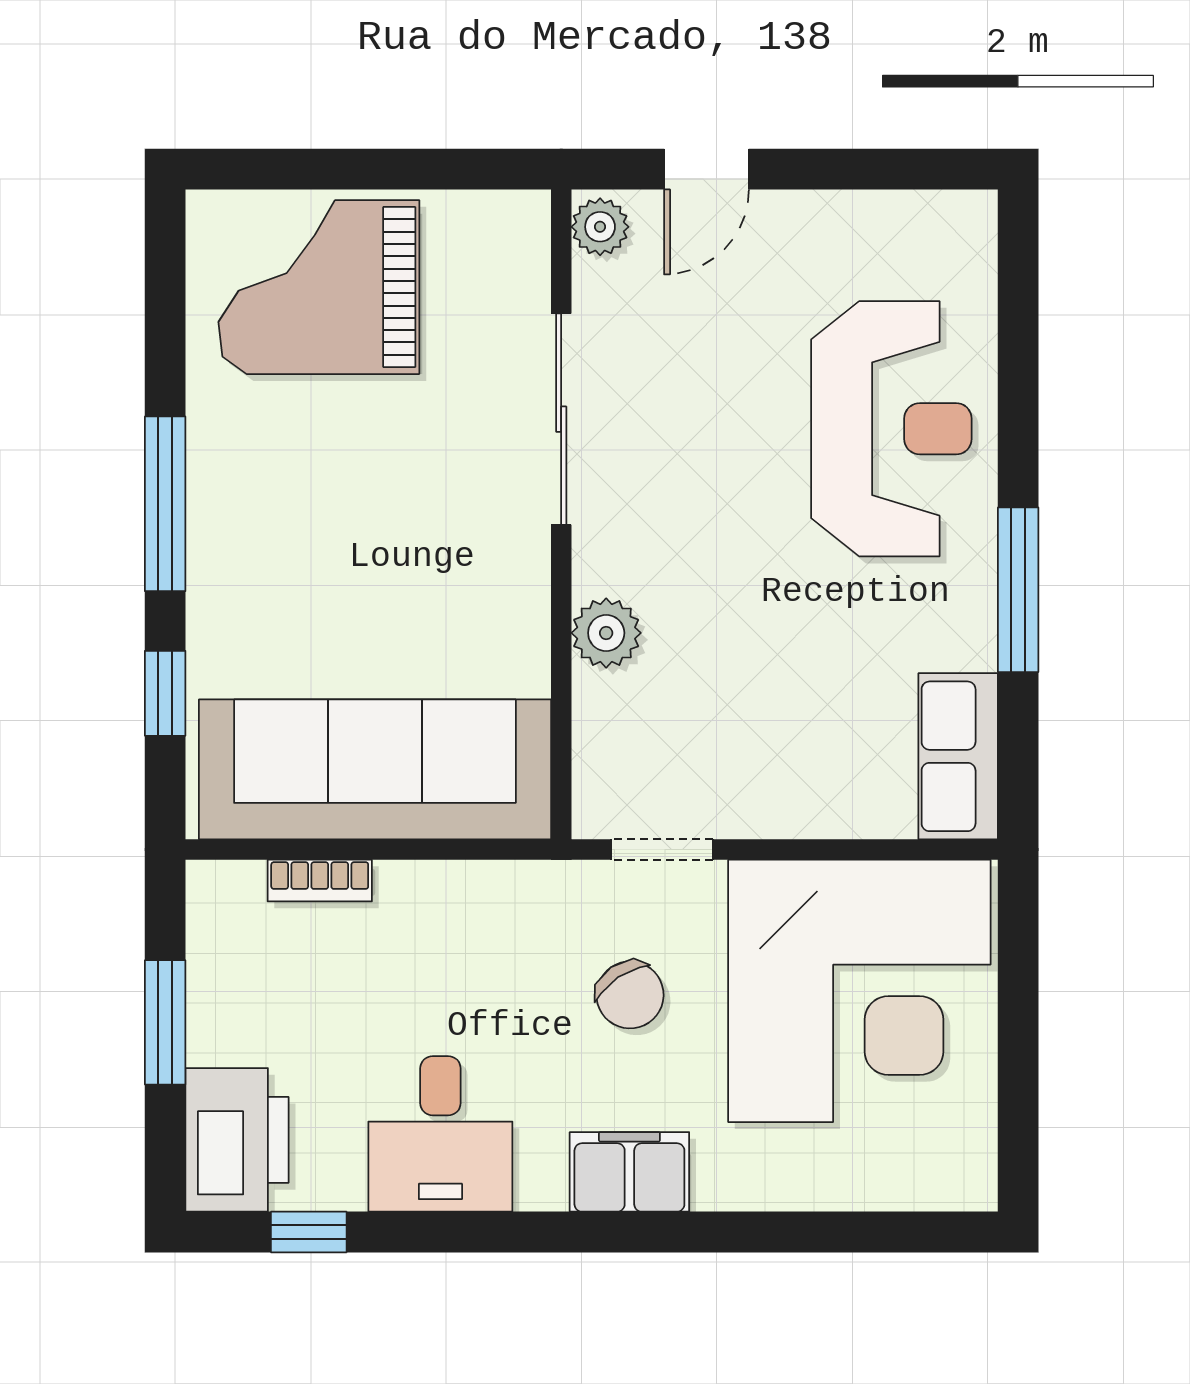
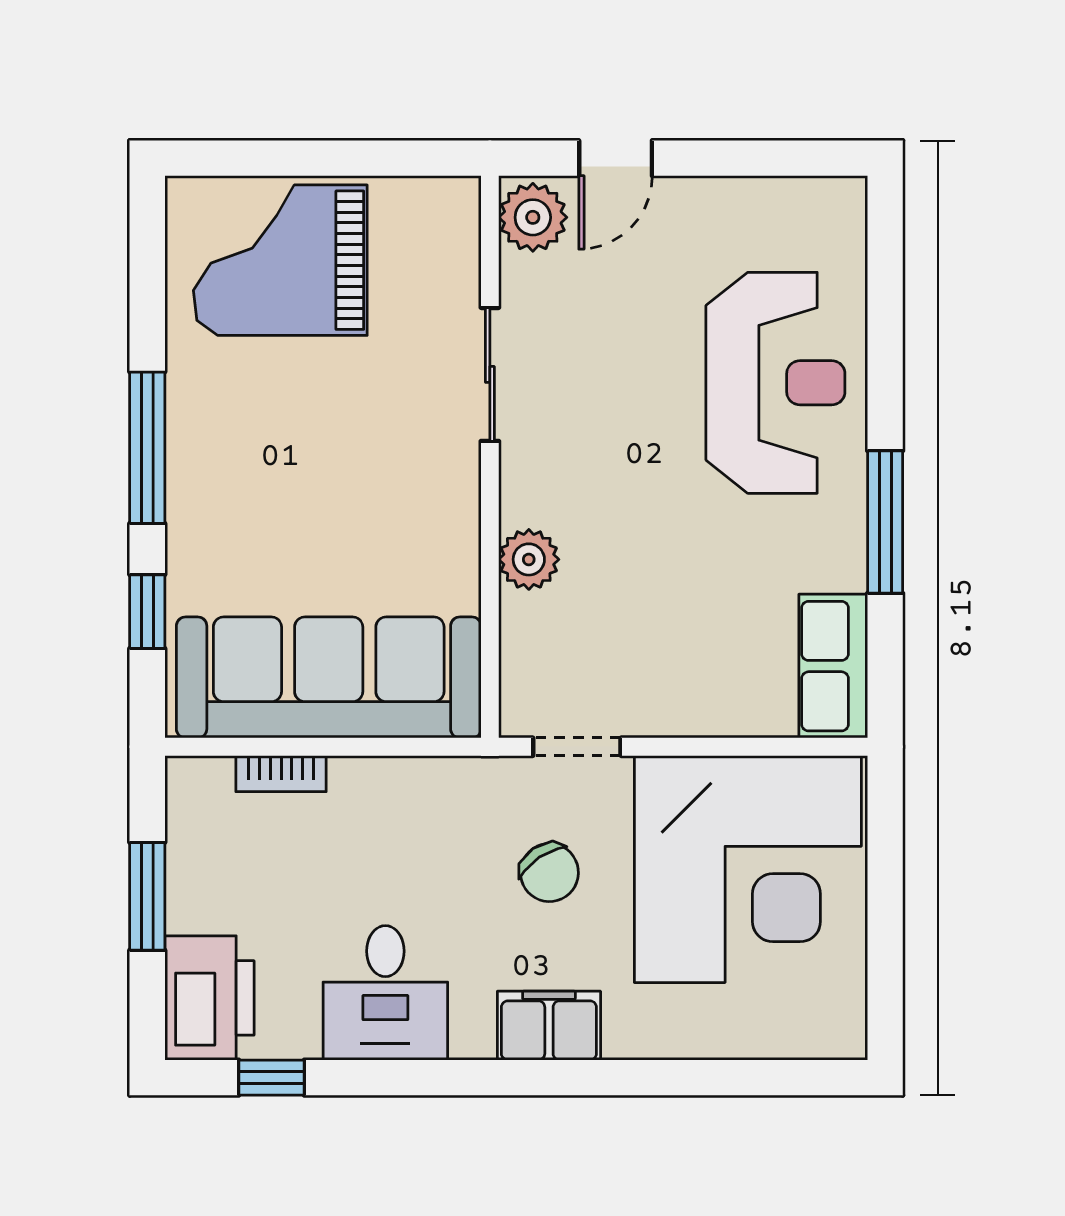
plant: (600, 227) -> (533, 217), width x1.38, depth x1.38
sliding door: (561, 419) -> (490, 374), width x0.73

